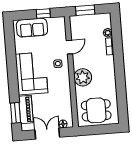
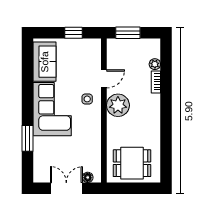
sofa: (32, 28) -> (45, 62), moved, turned -90
plant: (83, 77) -> (118, 105), moved
piano: (26, 110) -> (41, 155), removed
window: (16, 113) -> (28, 138), moved

